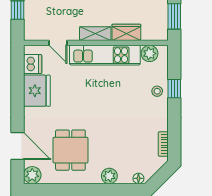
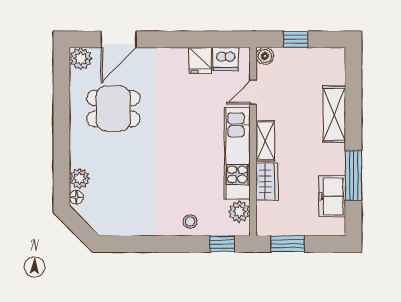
boiler: (30, 34) -> (265, 56), added
window: (174, 89) -> (222, 244), moved
fridge: (37, 91) -> (200, 60), width x0.53, depth x0.75
bookcase: (163, 144) -> (121, 230), removed
plant: (109, 176) -> (80, 178), moved

